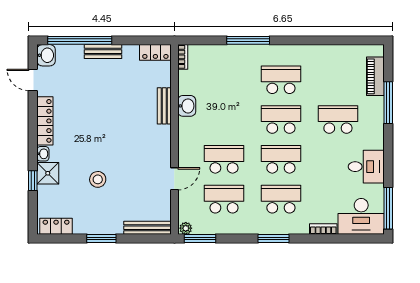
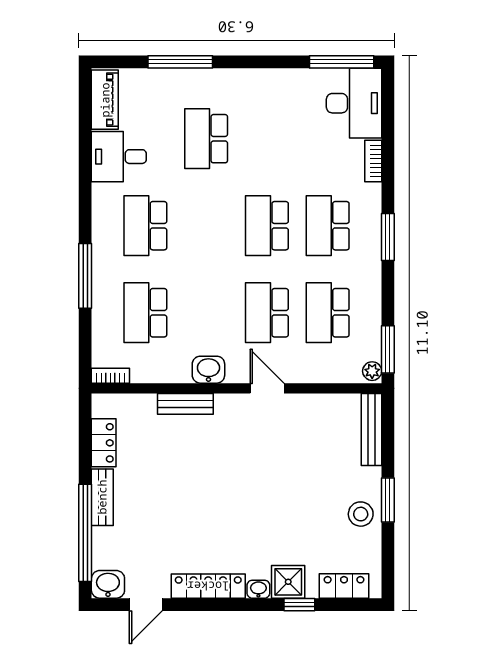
locker: (155, 52) -> (104, 443), moved
piano: (375, 76) -> (105, 100), moved, turned -90
washbasin: (187, 106) -> (208, 370), moved
school desk: (281, 120) -> (145, 313), moved
desk: (366, 167) -> (119, 157), moved, turned -90
stool: (98, 179) -> (361, 514), moved
door: (174, 179) -> (267, 388), moved
locker: (56, 226) -> (344, 586), moved, turned 90

